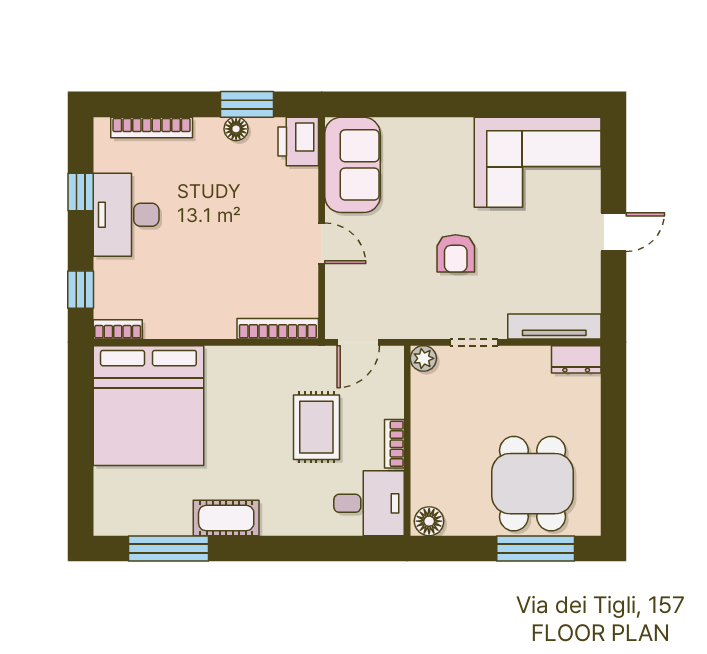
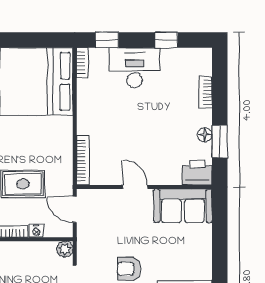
bookcase: (152, 128) -> (206, 92), width x0.64
desk: (126, 215) -> (135, 68), moved
door: (322, 243) -> (135, 187), swing flipped
nightstand: (393, 405) -> (36, 231), added

